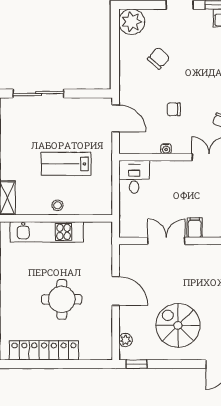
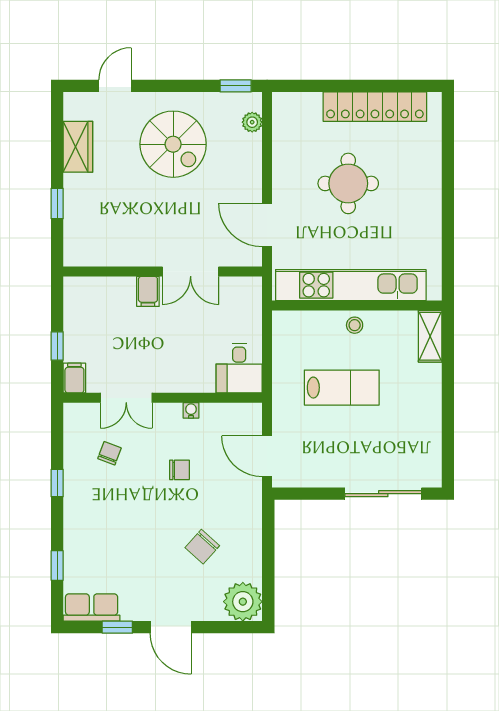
kitchen unit: (47, 232) -> (351, 285), width x1.36
door: (116, 291) -> (267, 225), moved

